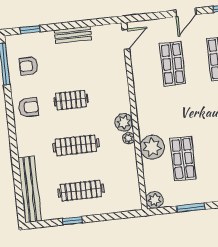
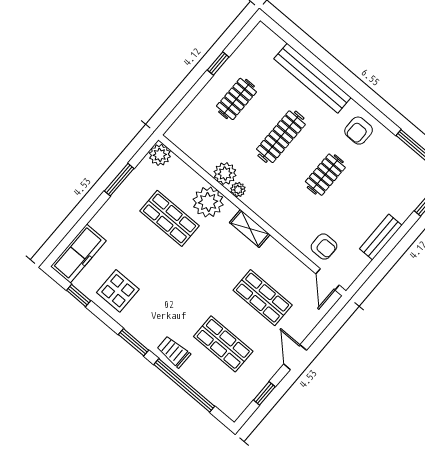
armchair: (29, 66) -> (324, 247), moved, turned 90
shelving: (143, 110) -> (250, 229), added
plant: (124, 122) -> (225, 174), moved
bench: (30, 189) -> (312, 78), moved
clothes rail: (81, 191) -> (237, 99), width x0.73

